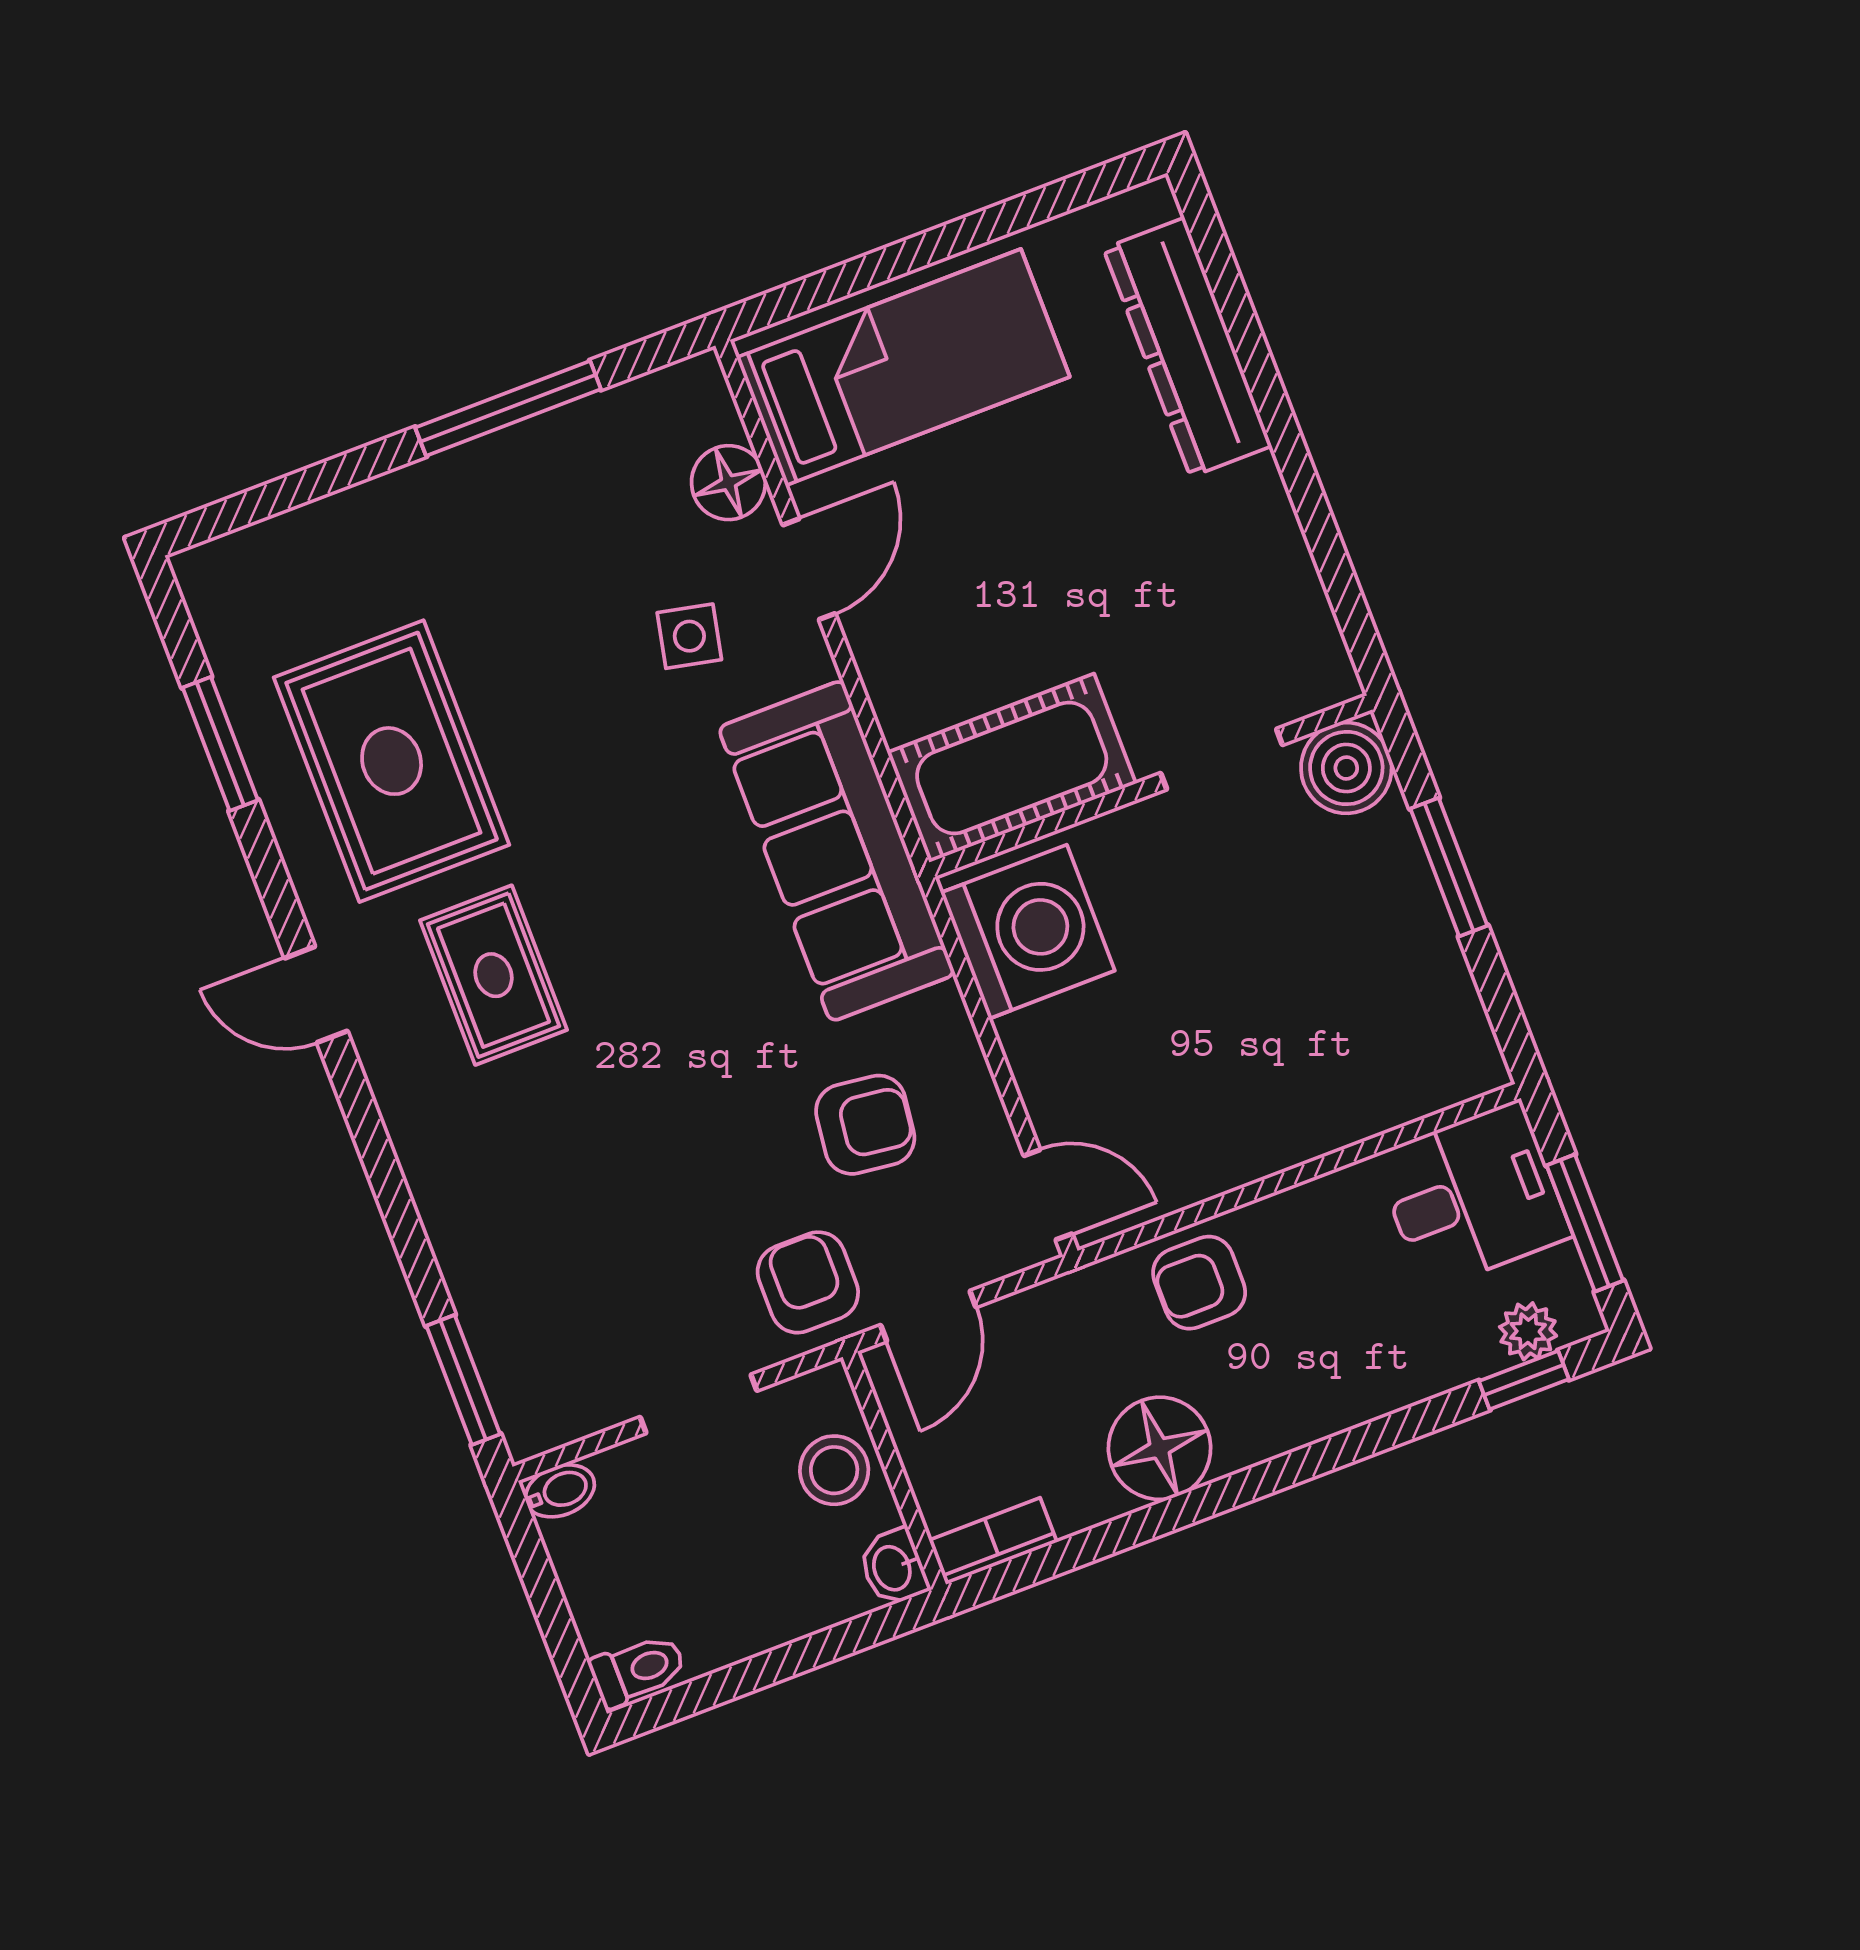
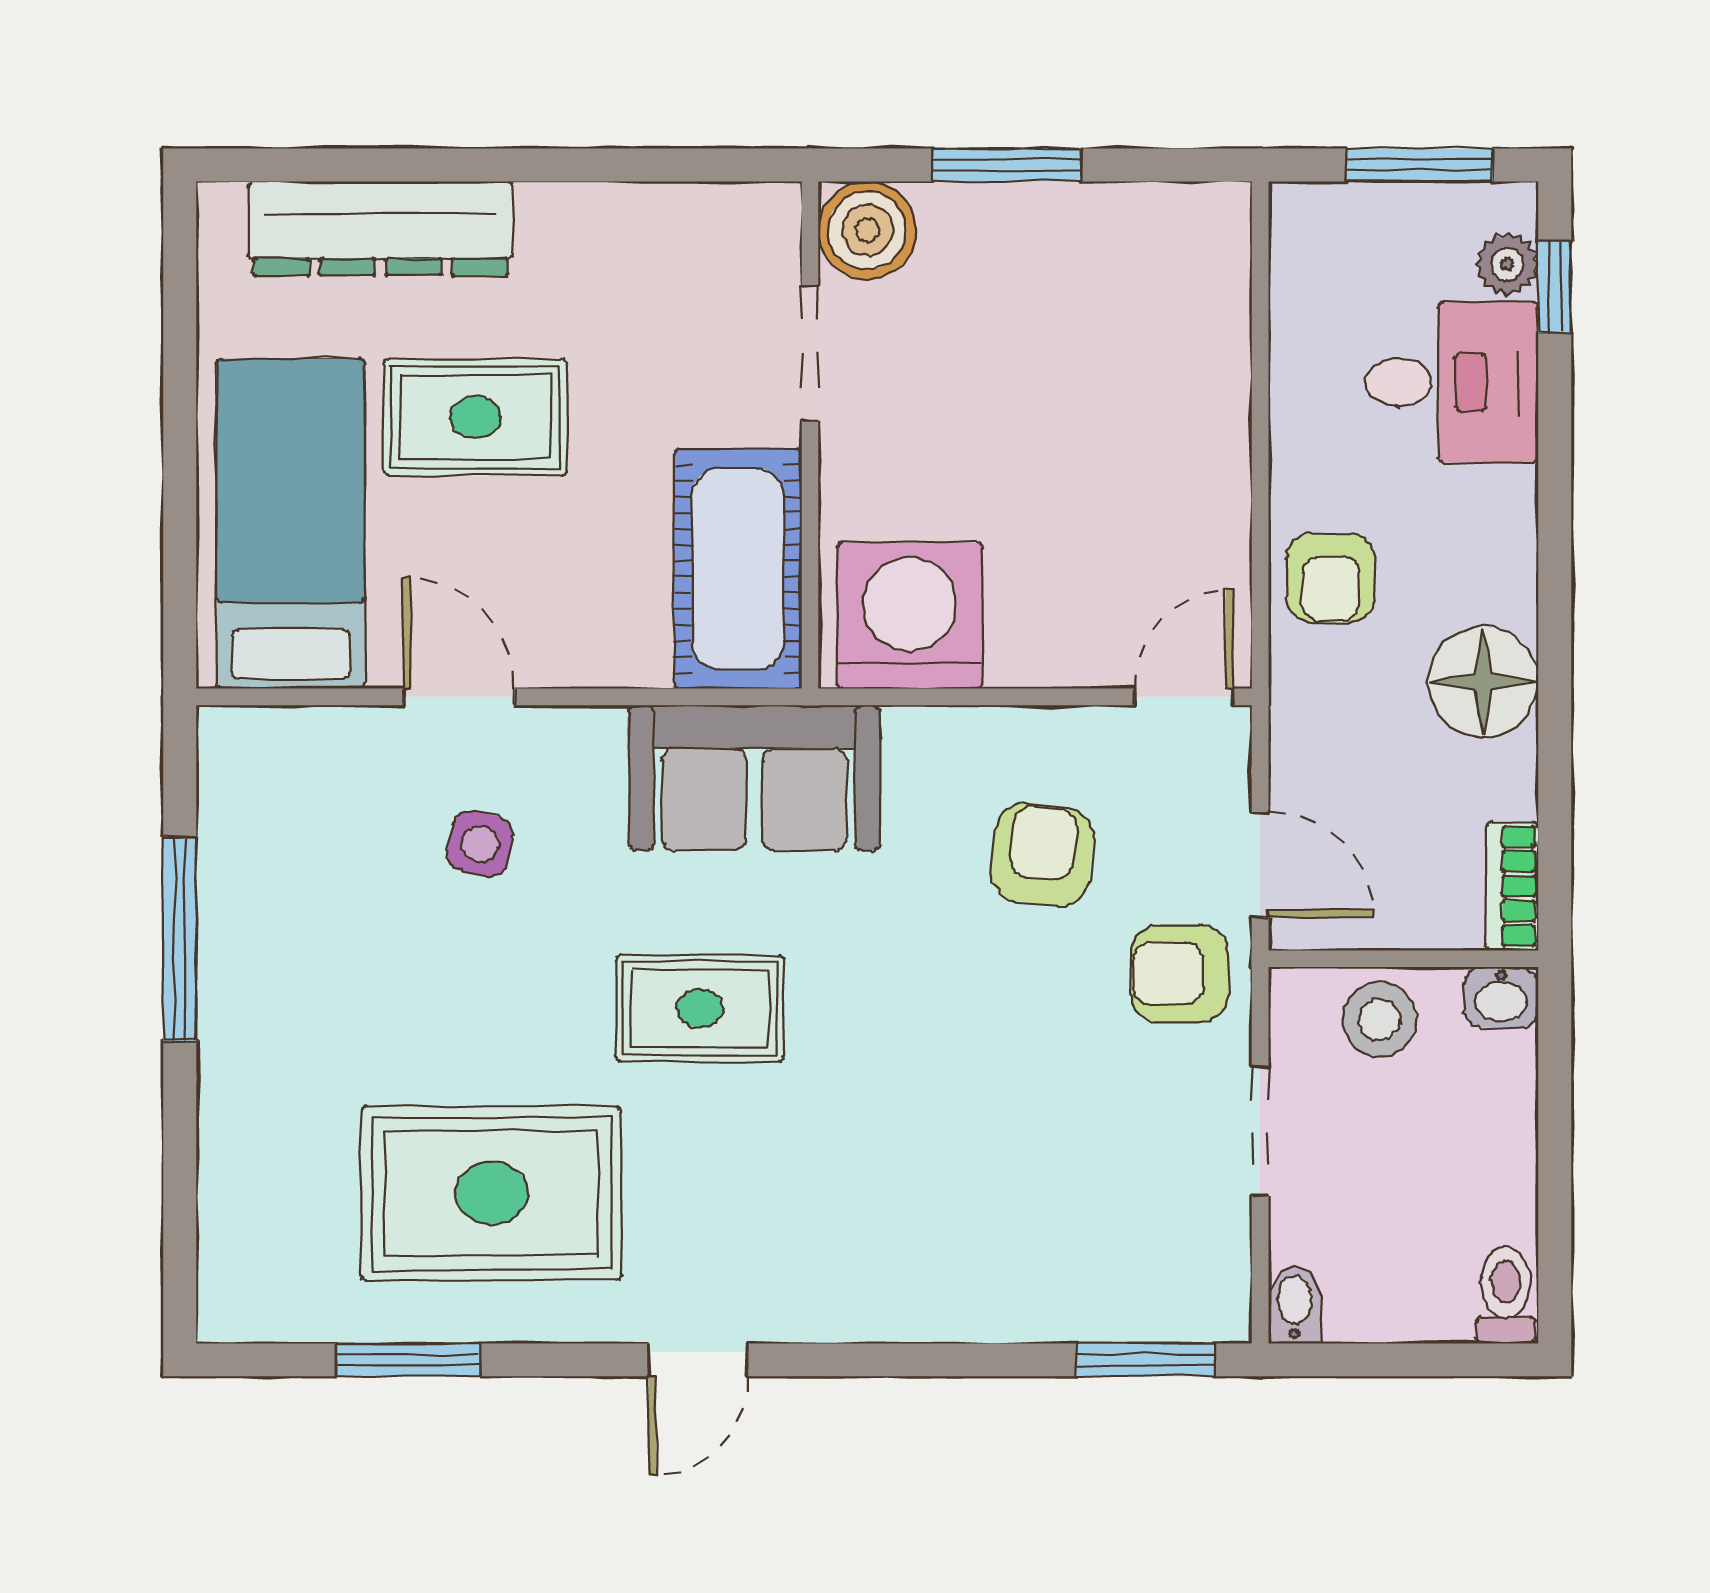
floor lamp: (728, 483) -> (340, 745), removed
rug: (1056, 491) -> (475, 417), added
sofa: (837, 851) -> (754, 778), width x0.73
rug: (494, 975) -> (700, 1008), moved
desk: (1473, 1196) -> (1452, 382), moved, turned 90

